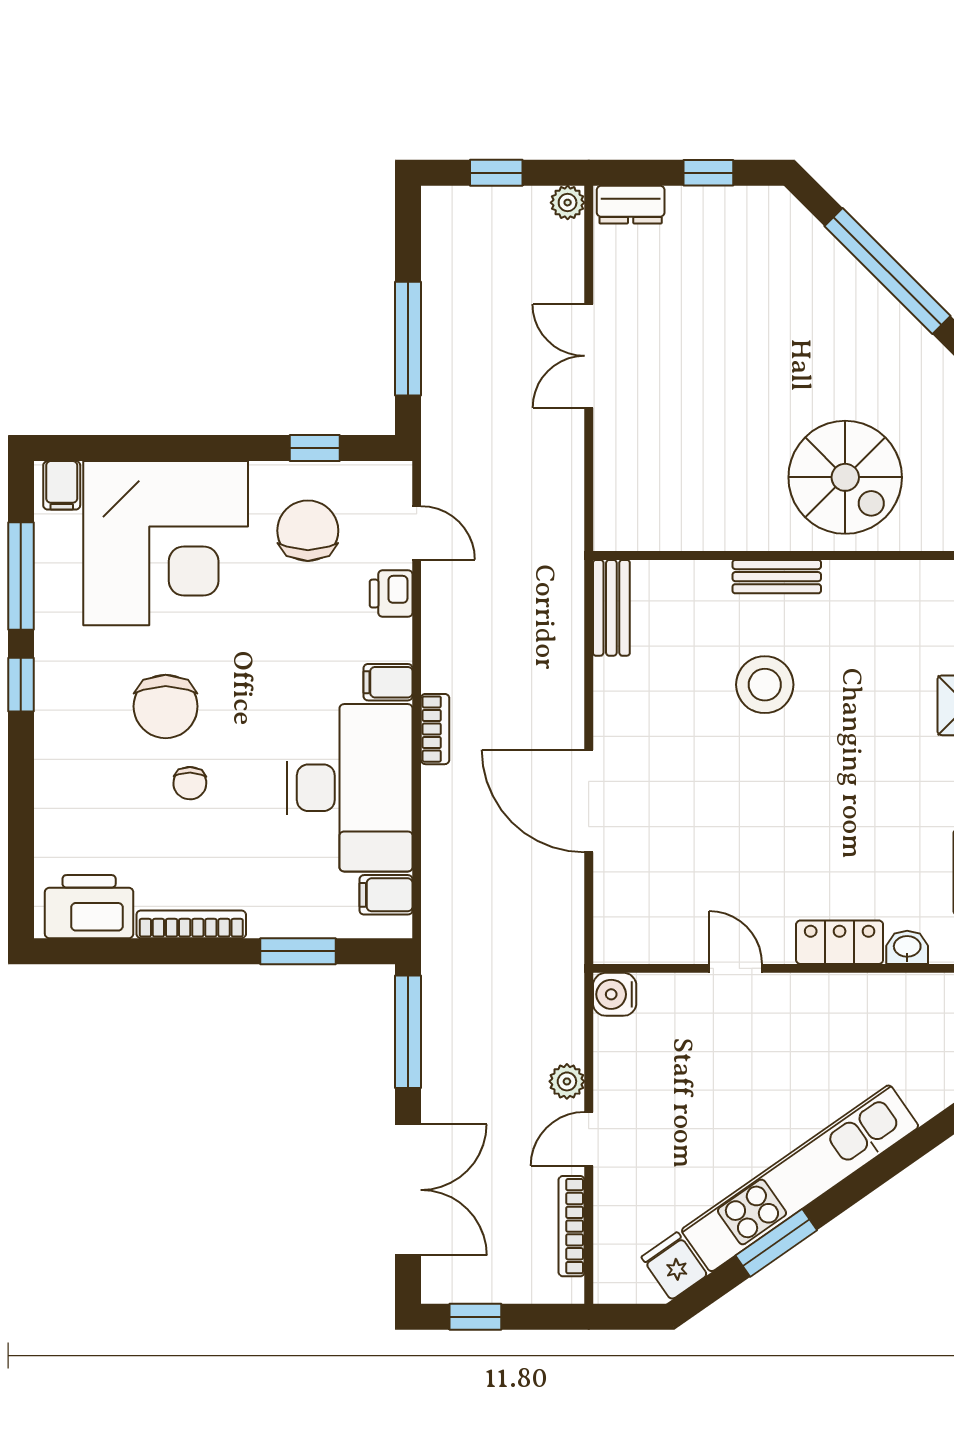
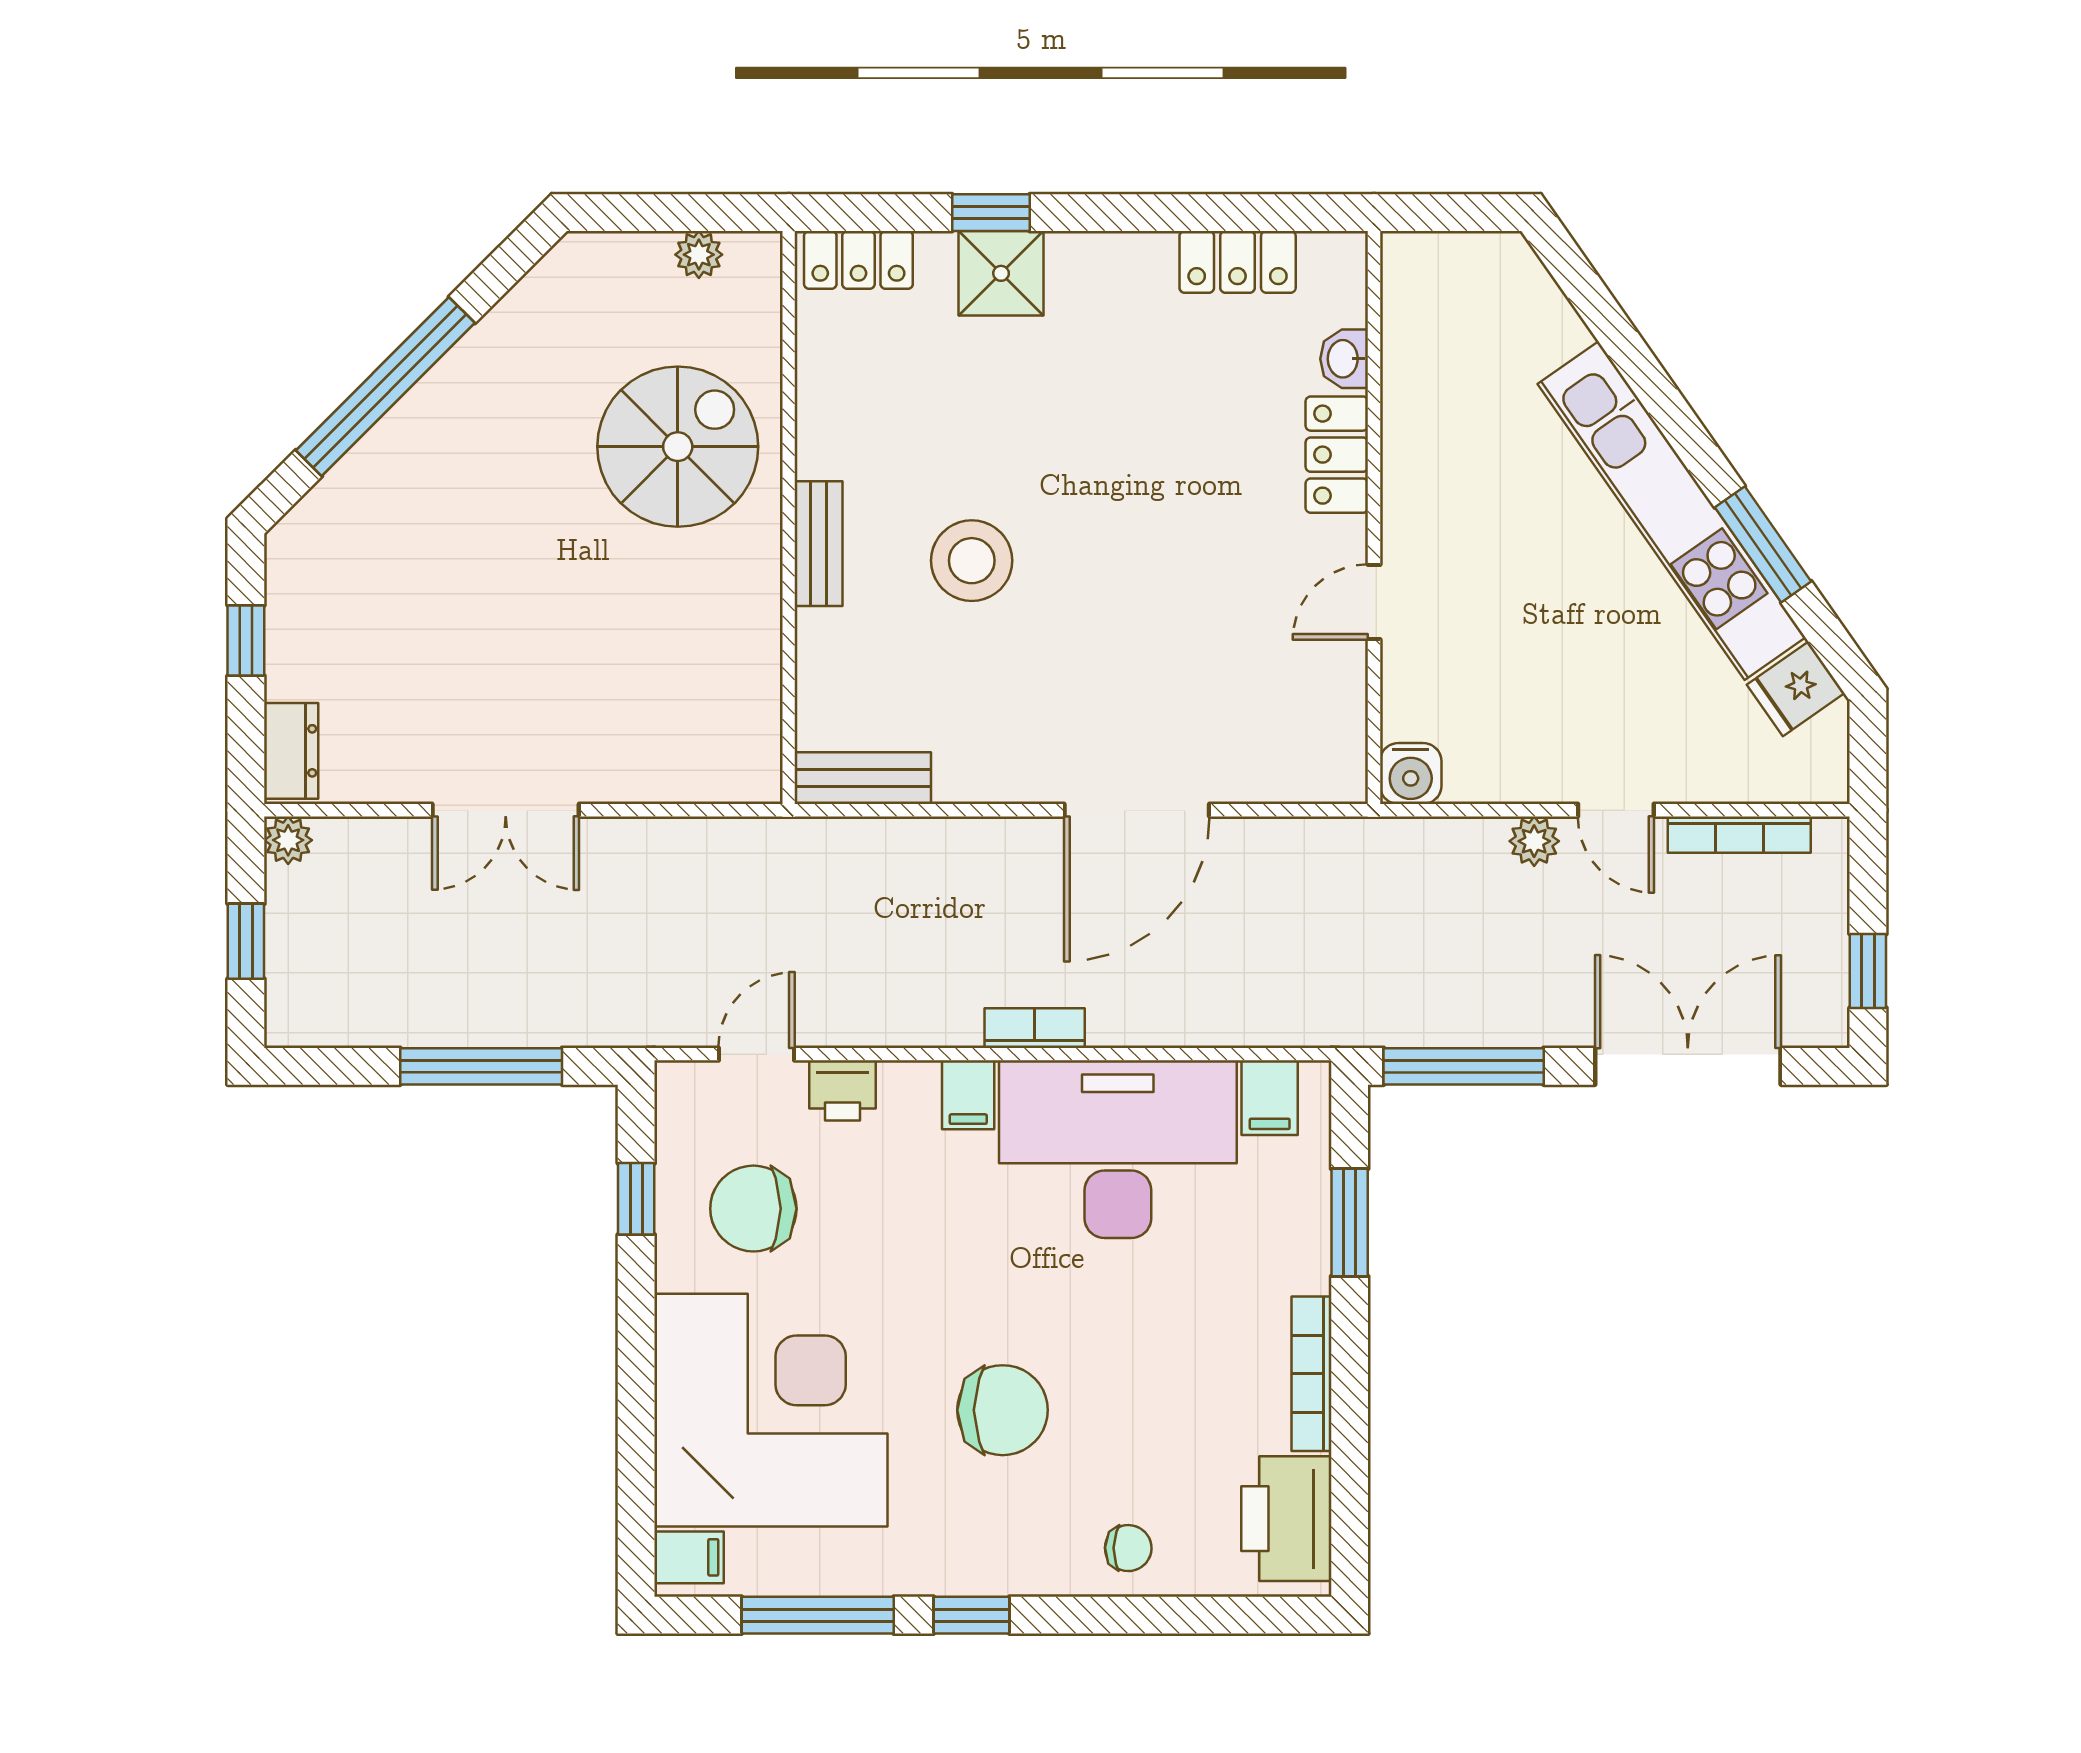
chair: (190, 783) -> (1128, 1548), moved

